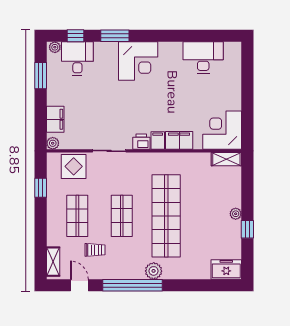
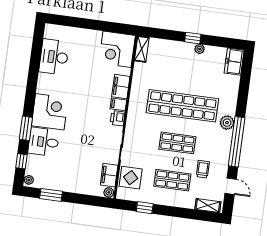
desk: (77, 59) -> (44, 142), moved
filing cabinet: (55, 119) -> (109, 175), moved, turned -90
plant: (236, 214) -> (200, 49), moved
window: (247, 229) -> (193, 38), moved
door: (79, 285) -> (231, 186), swing flipped

